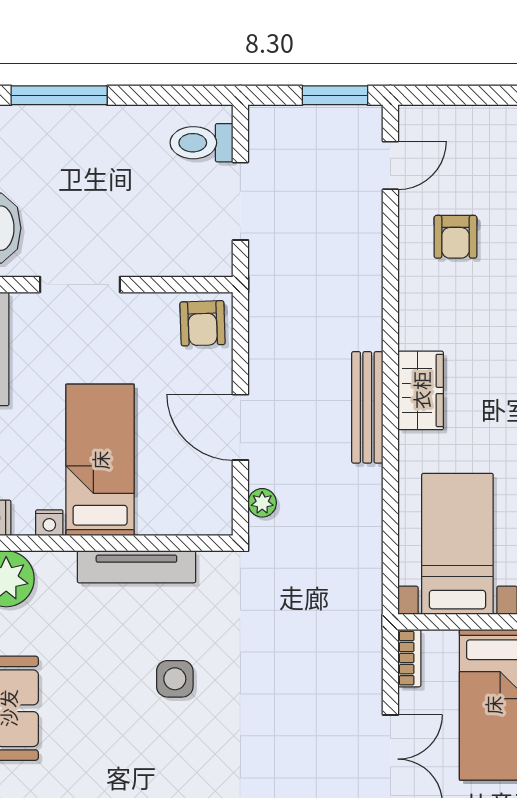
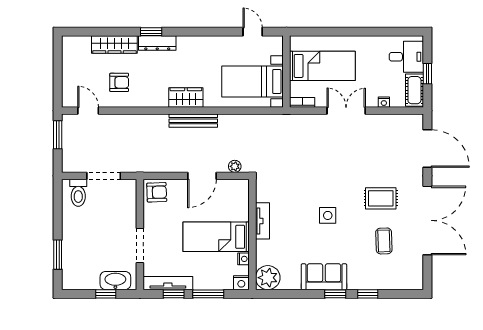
window: (59, 95) -> (58, 255), width x0.69
tv unit: (136, 567) -> (263, 221), width x0.71
side table: (175, 679) -> (328, 215), moved

